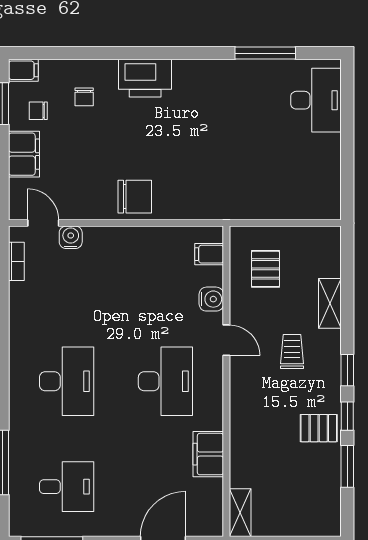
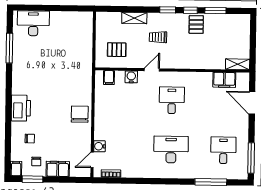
desk: (165, 381) -> (172, 100), width x0.73
filing cabinet: (208, 454) -> (224, 80), moved

